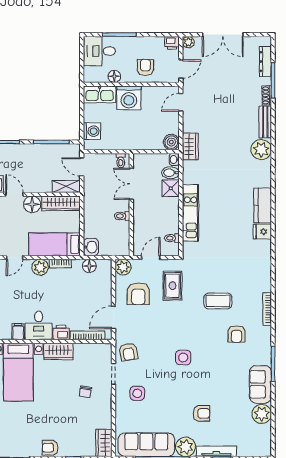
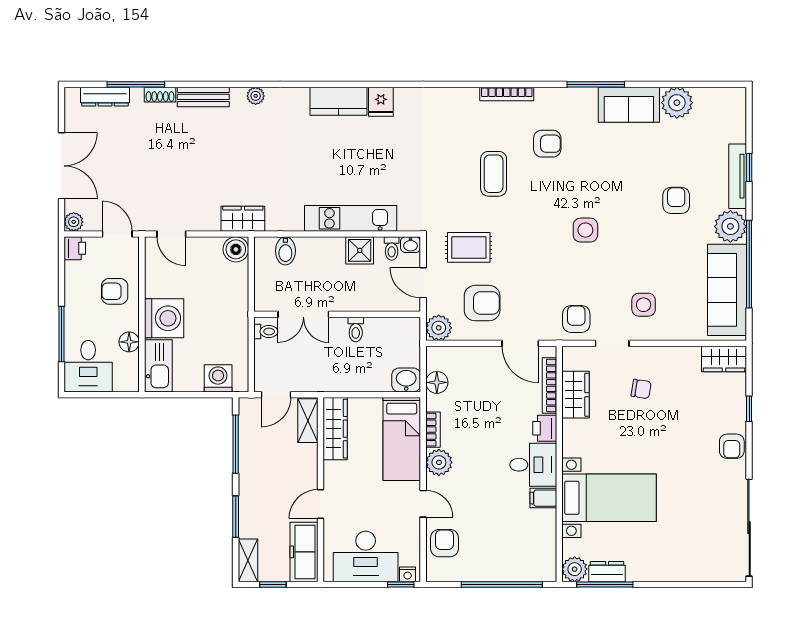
plant: (261, 150) -> (256, 96), width x0.53, depth x0.53
washbasin: (174, 159) -> (411, 245), moved
shower: (171, 188) -> (360, 250), moved
floor lamp: (32, 204) -> (337, 475), removed
wardrobe: (58, 351) -> (576, 395), moved
armchair: (128, 352) -> (576, 319), turned -80

